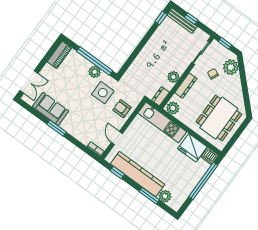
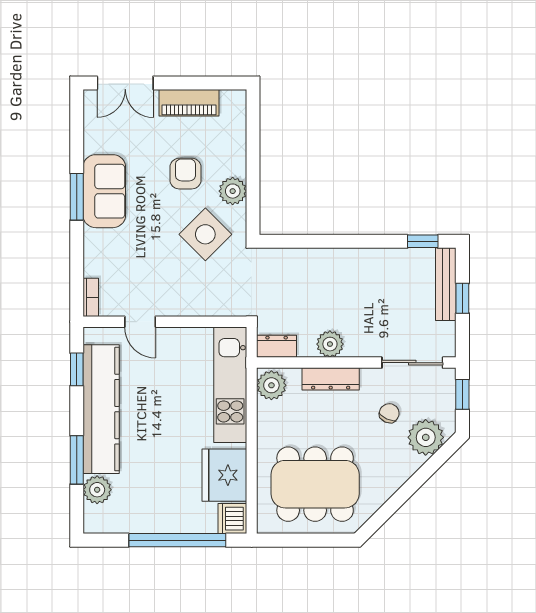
piano: (59, 55) -> (189, 103), moved
window: (95, 61) -> (253, 176), removed
side table: (103, 93) -> (205, 234), turned 45
sofa: (51, 109) -> (104, 191), moved
armchair: (122, 109) -> (185, 174), moved
door: (117, 138) -> (140, 322), swing flipped

